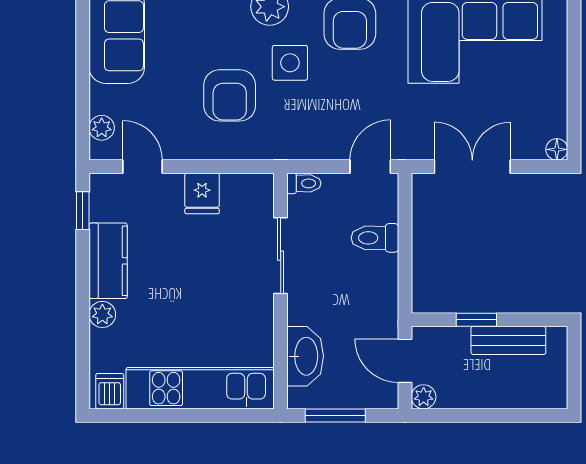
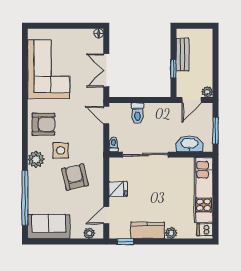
armchair: (230, 95) -> (75, 177), turned -103
sliding door: (281, 256) -> (145, 155), width x1.37

